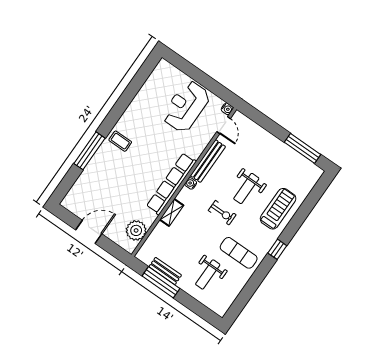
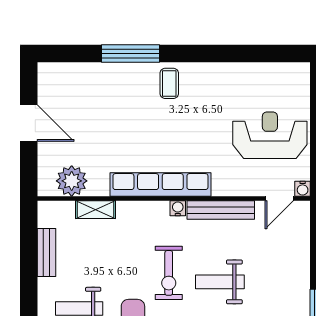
shelving: (172, 212) -> (96, 210), moved
exercise bike: (222, 213) -> (169, 273), width x1.38, depth x1.39
window: (161, 282) -> (29, 257), removed

